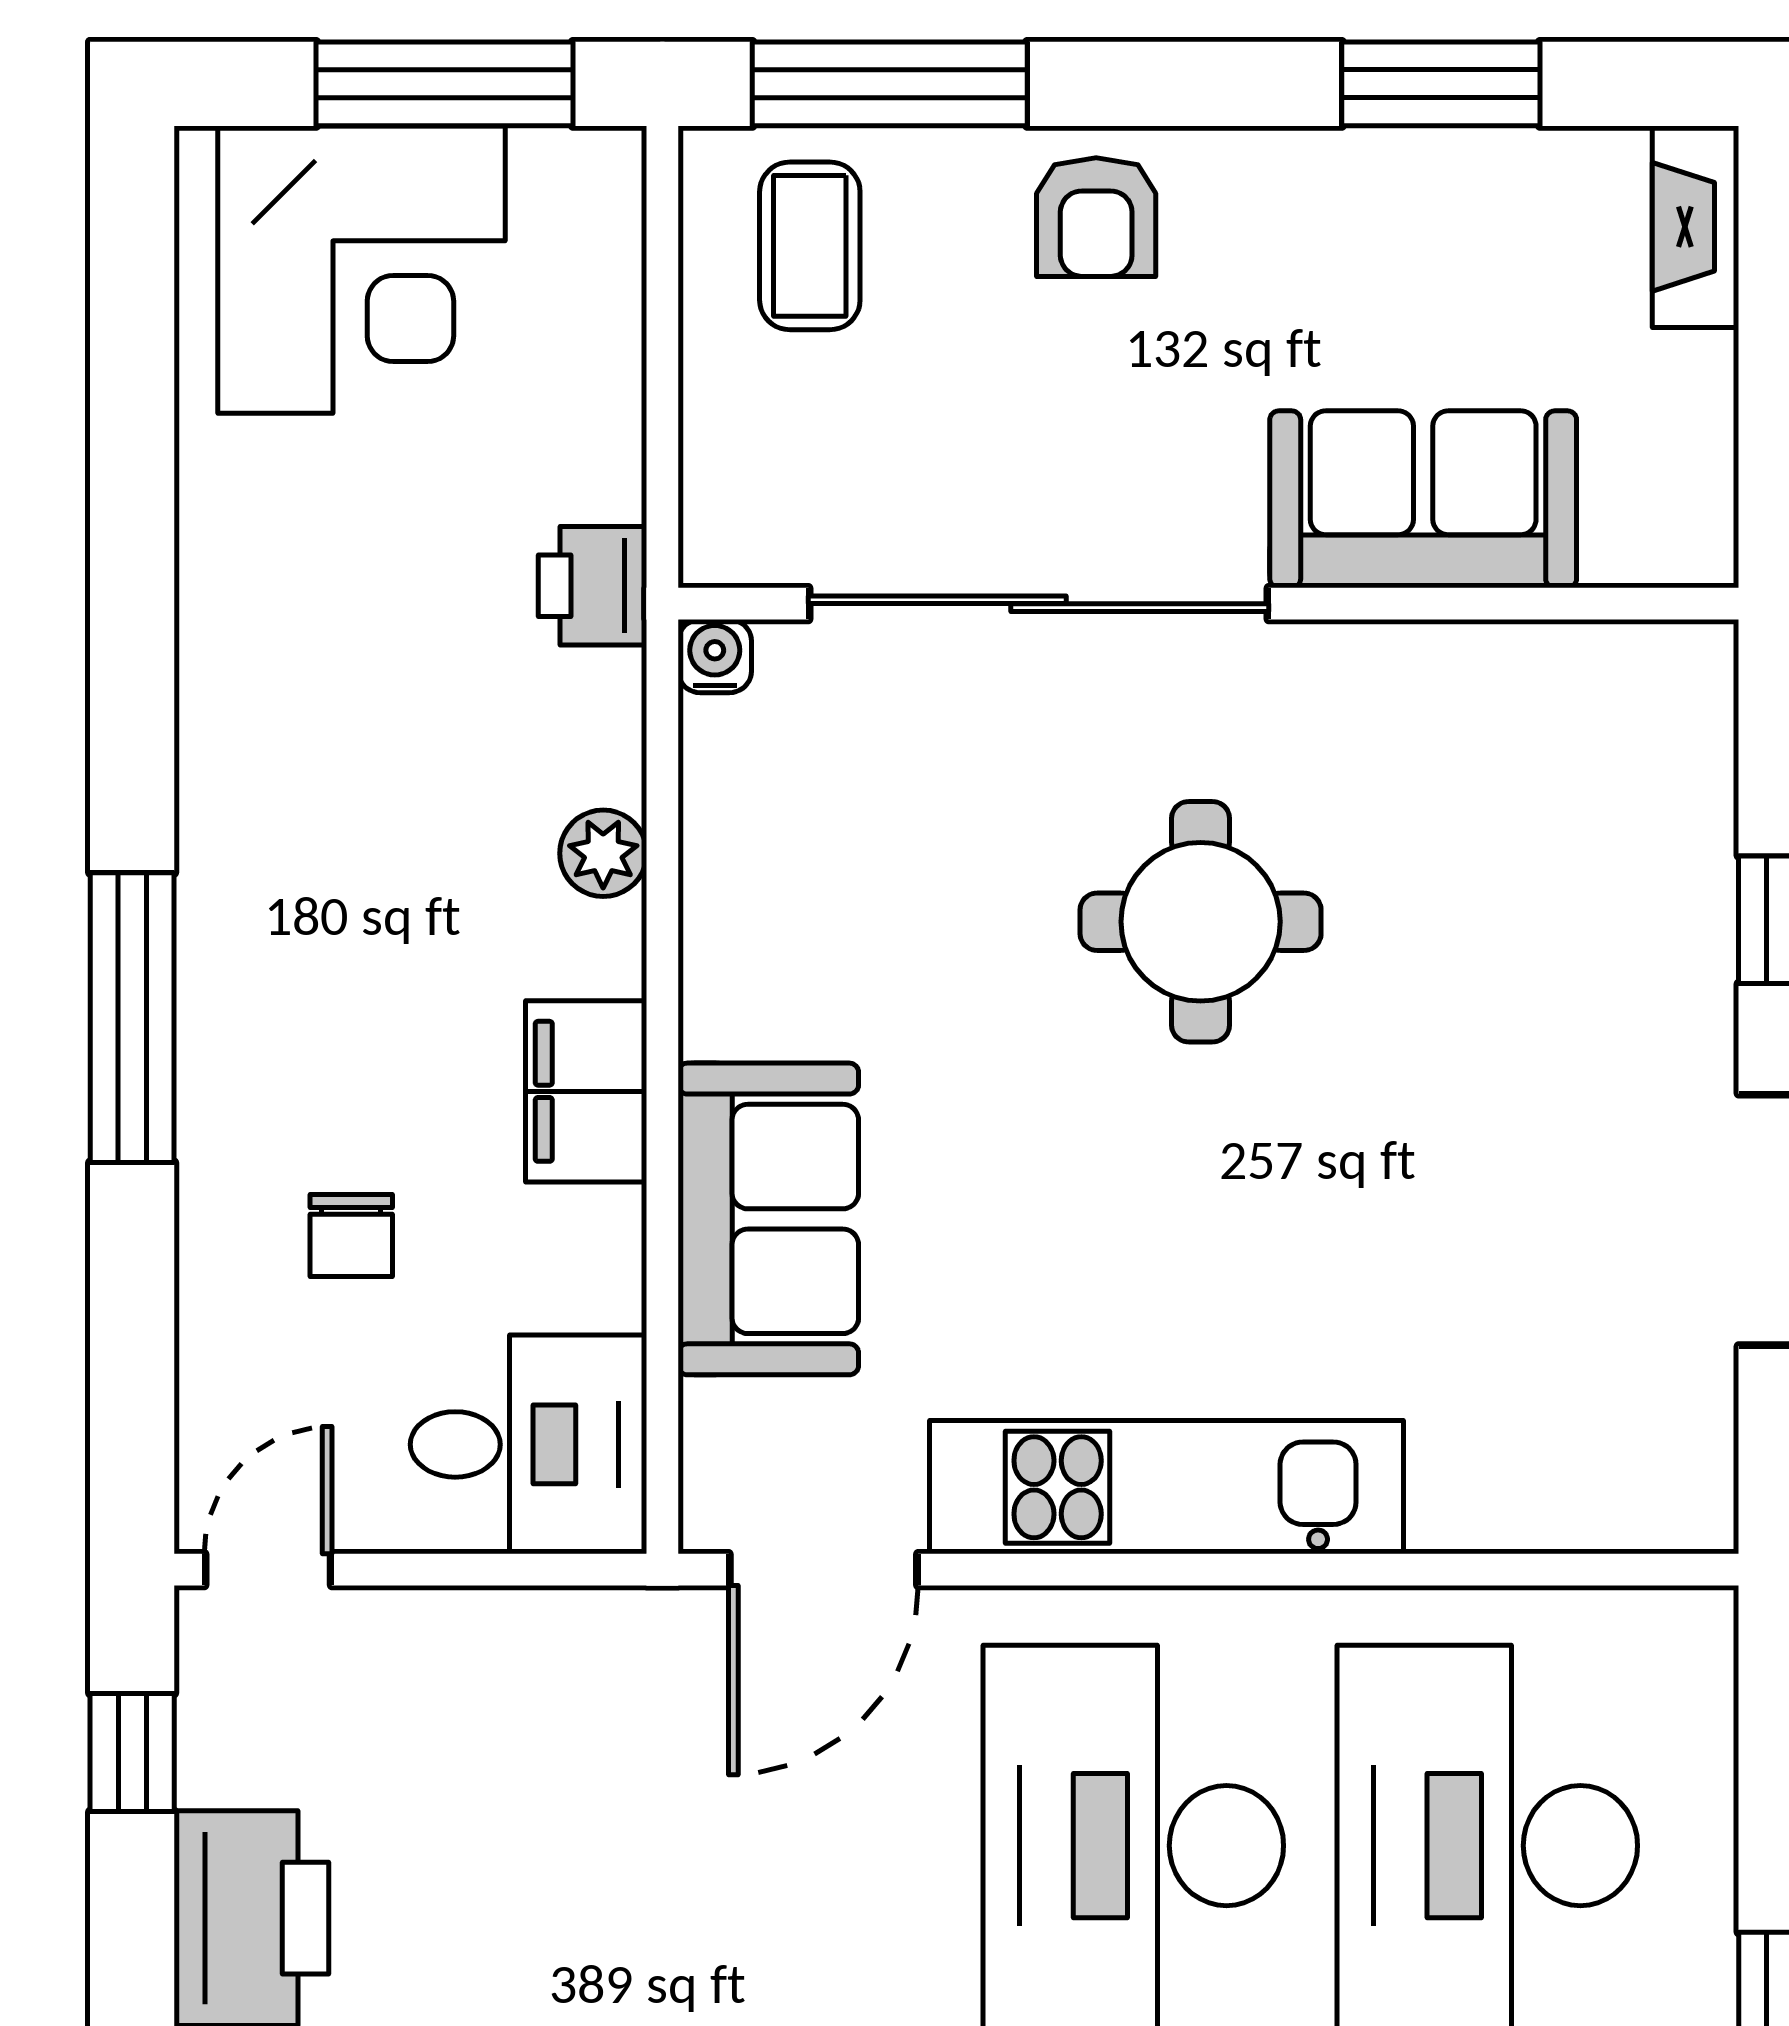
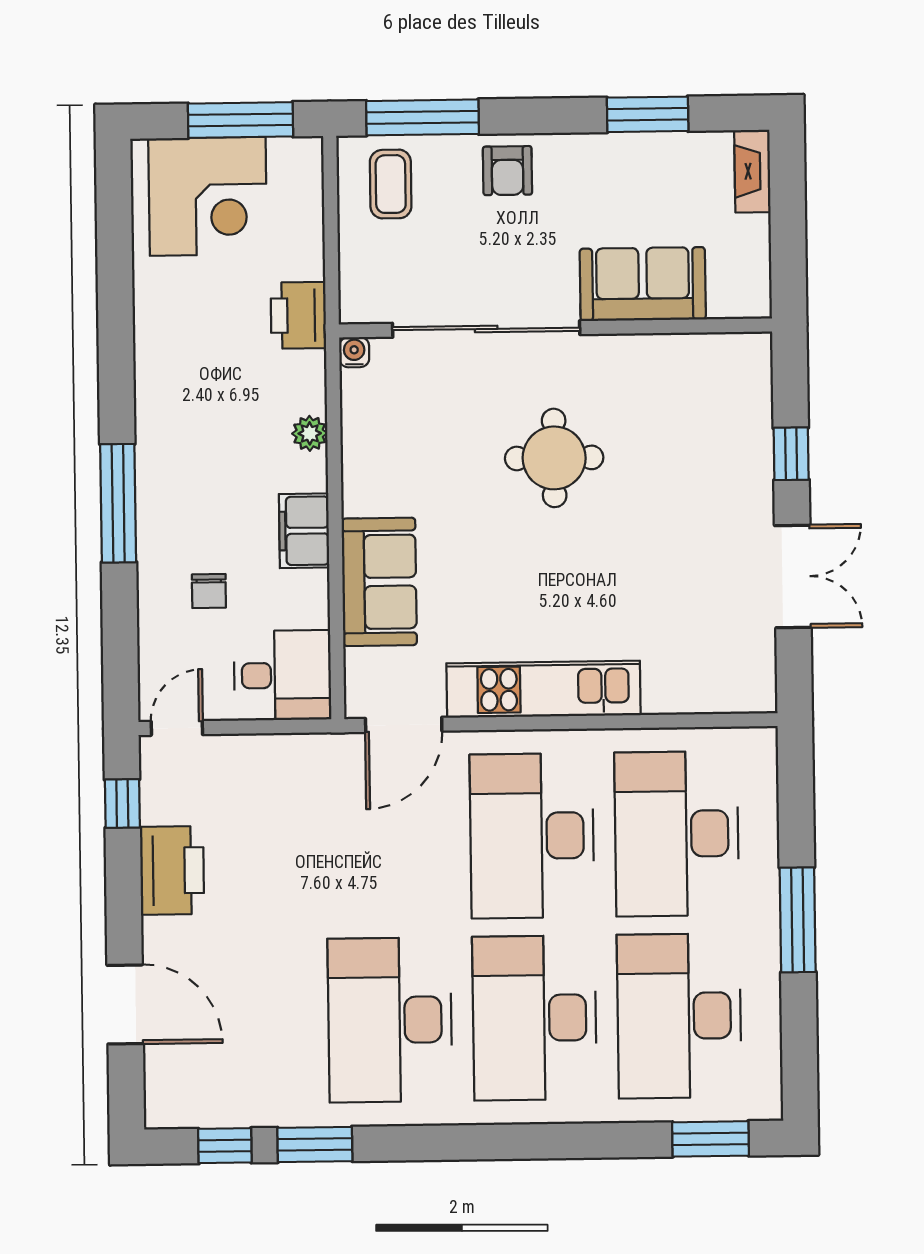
printer: (593, 586) -> (298, 315), width x1.36, depth x1.24

